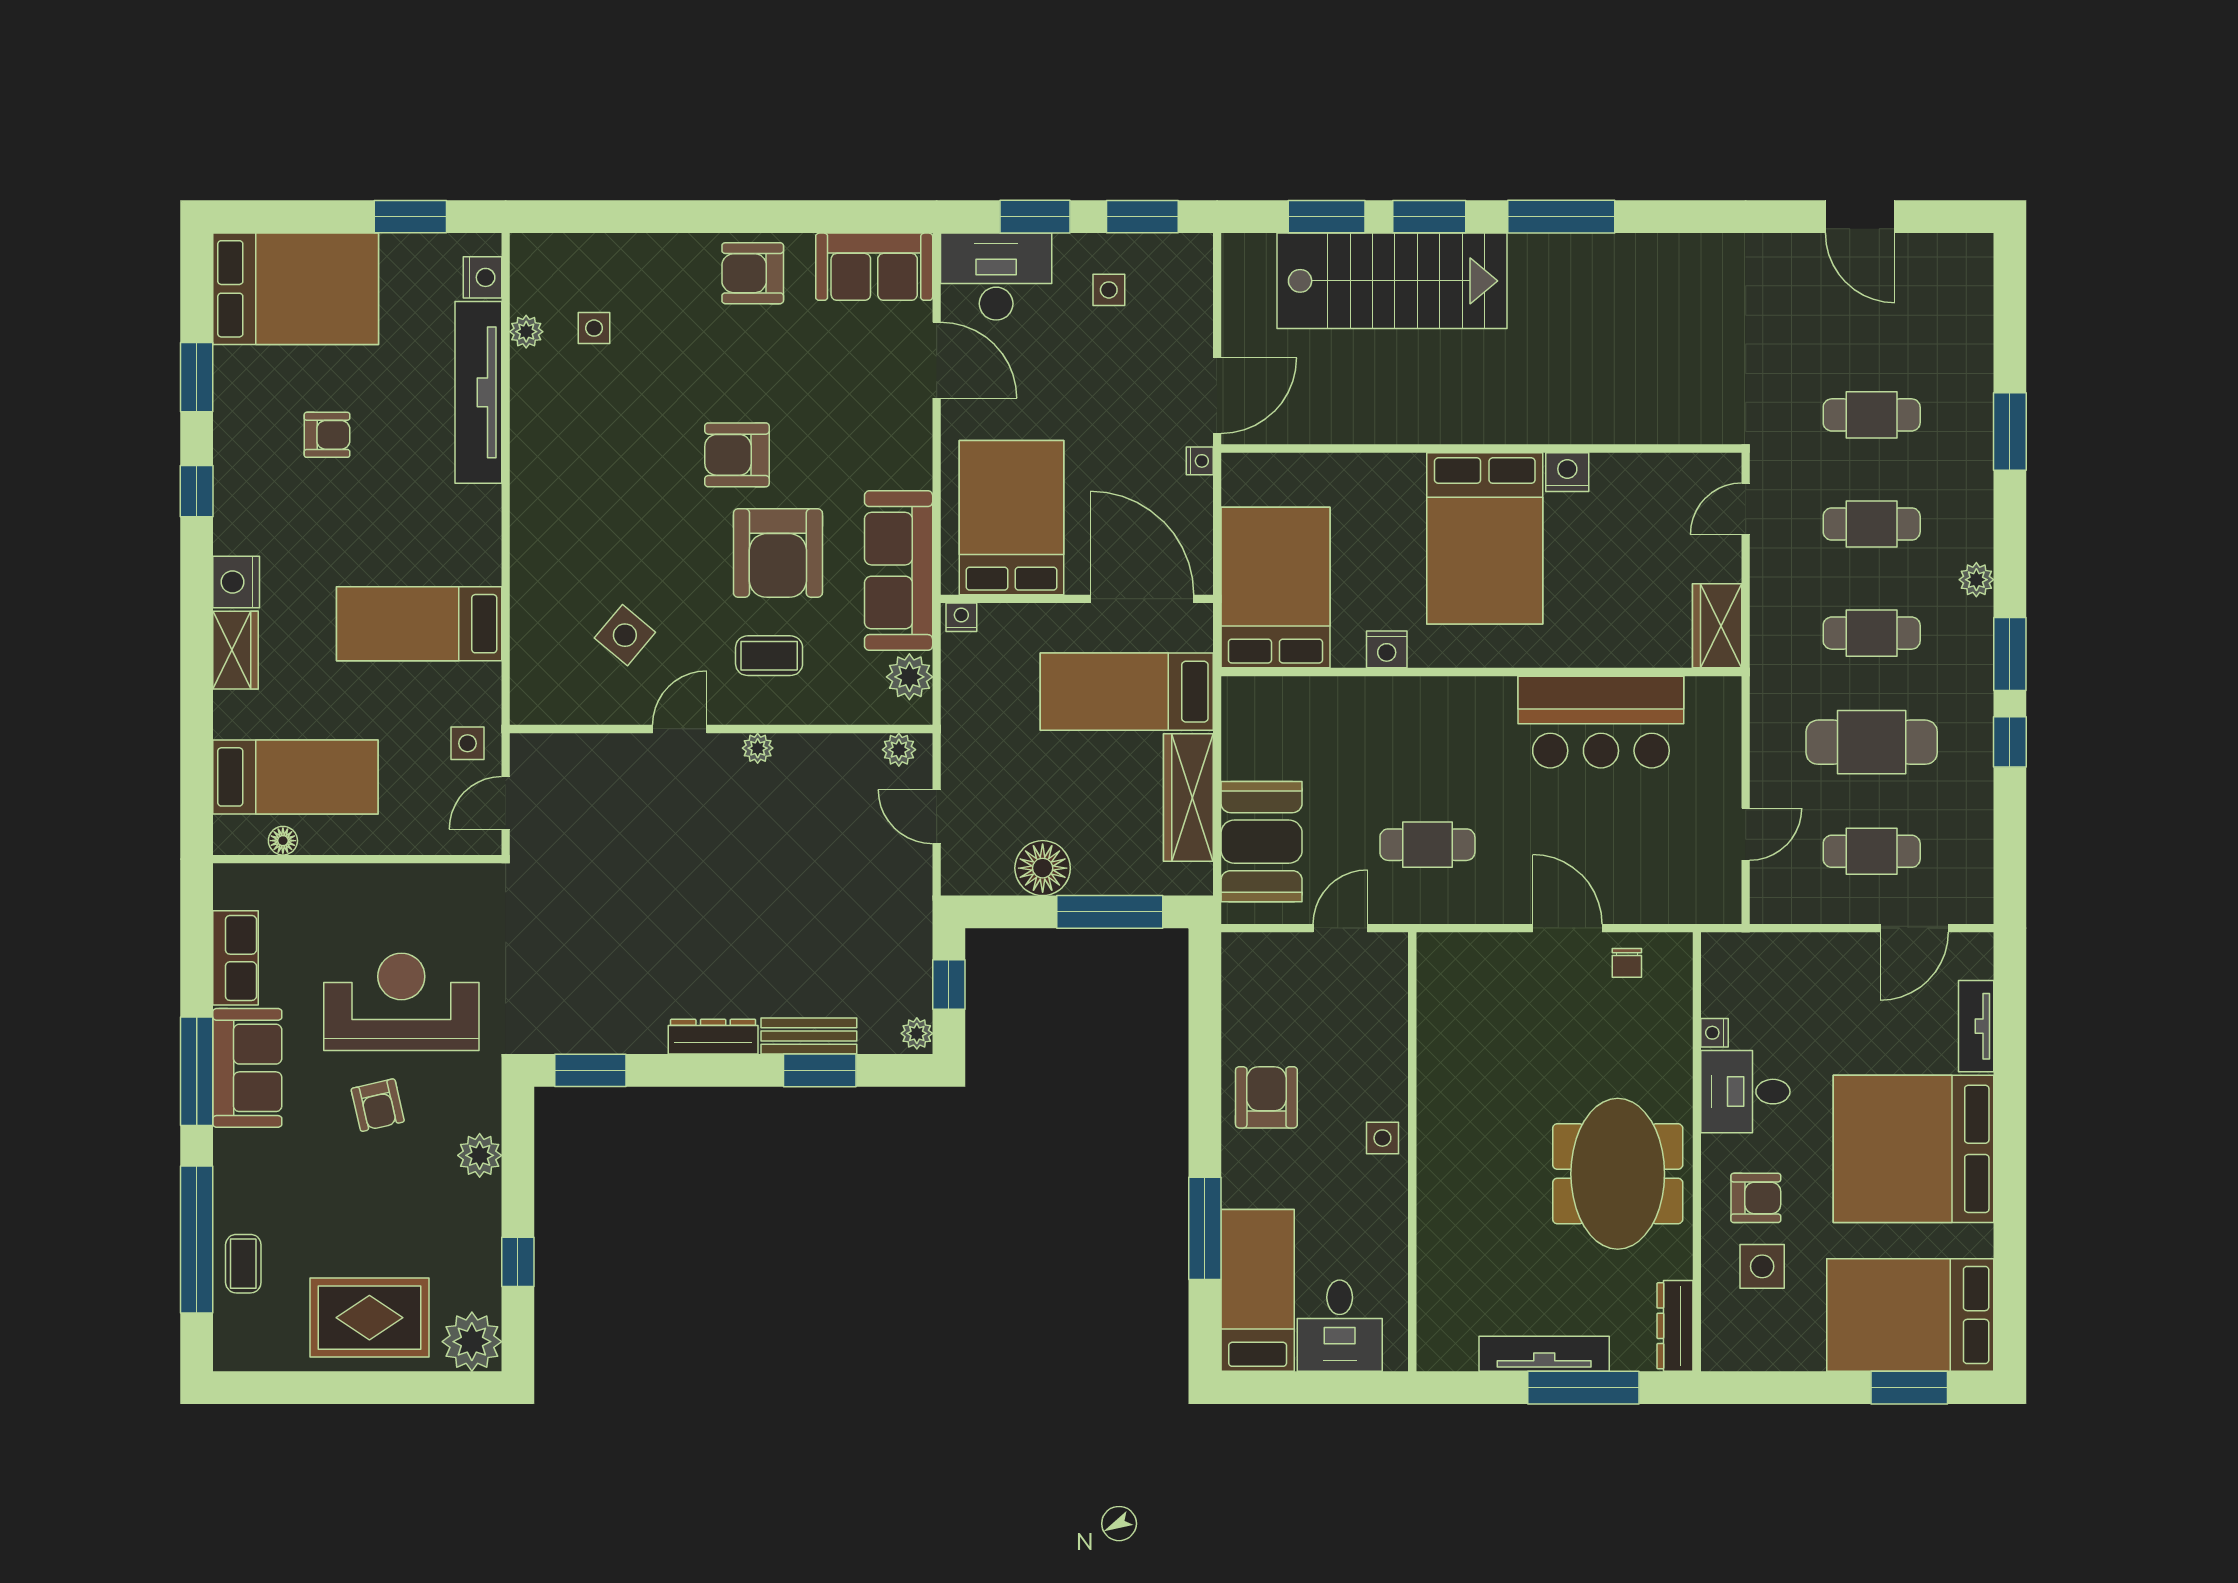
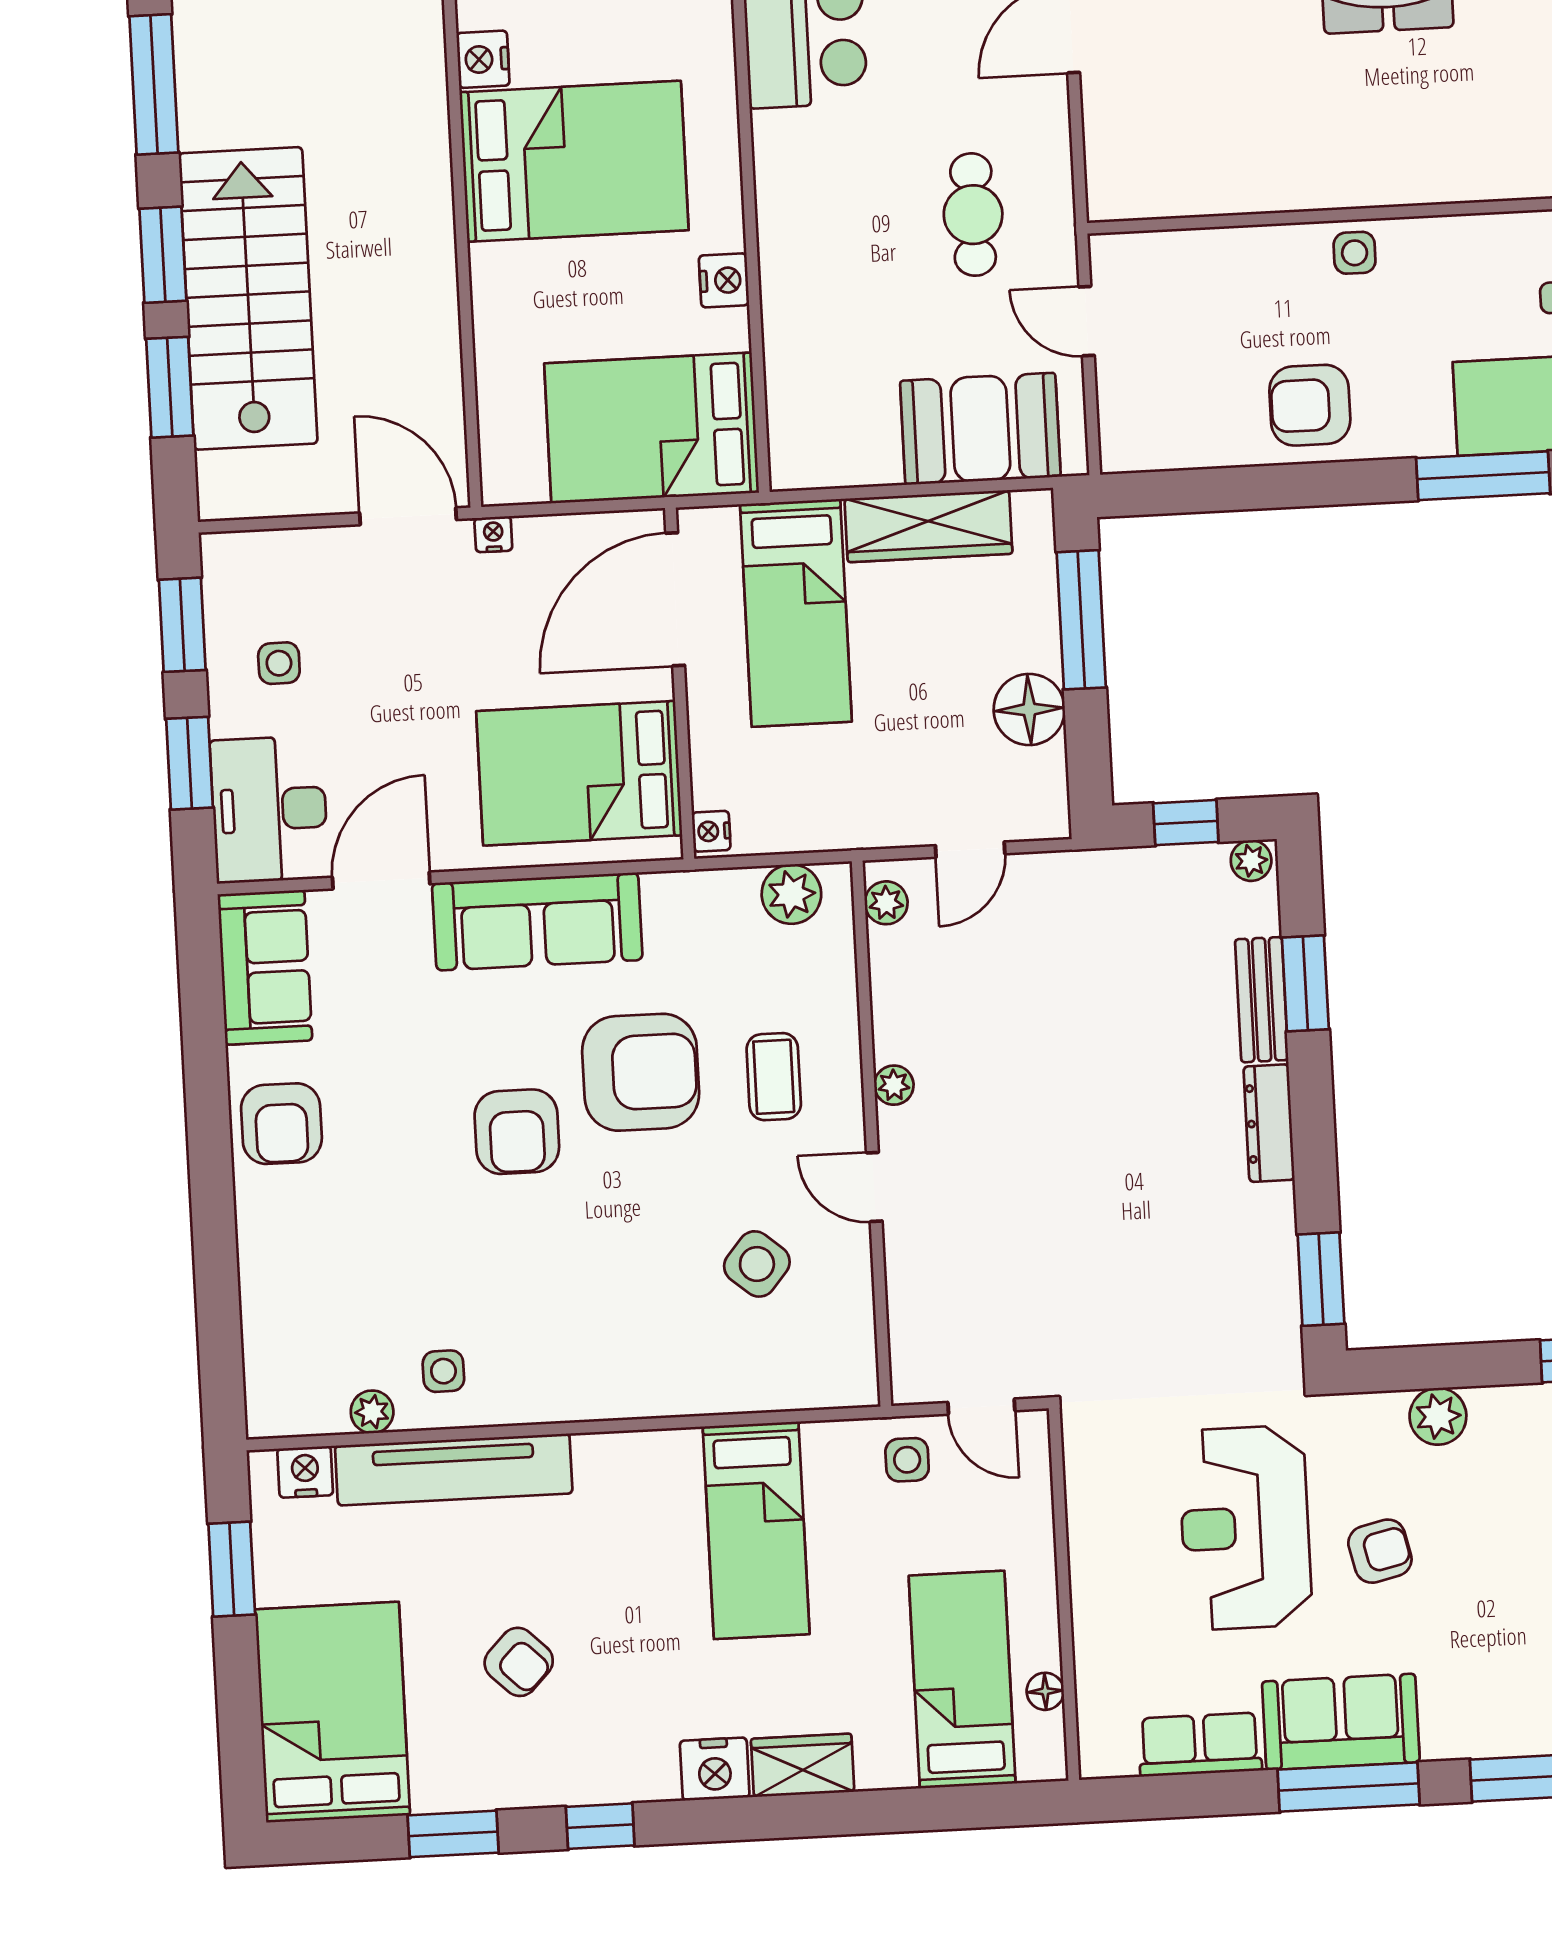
side table: (594, 328) -> (443, 1371), moved
armchair: (327, 435) -> (519, 1662), turned 134
sofa: (899, 571) -> (537, 922), moved

